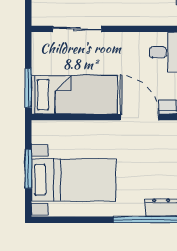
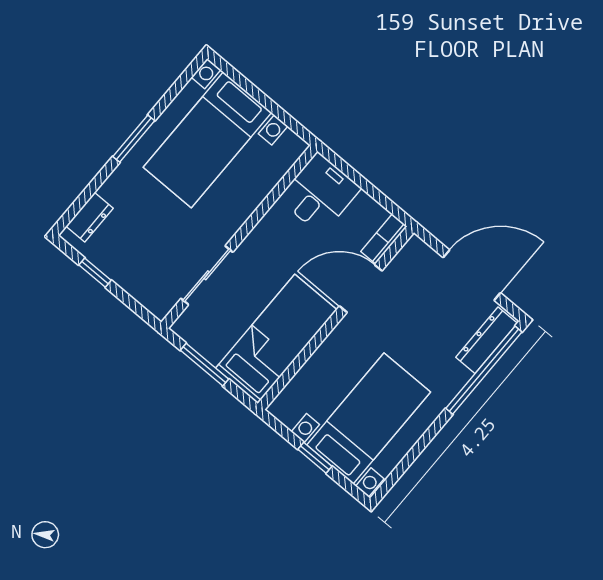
window: (28, 88) -> (204, 365), moved
window: (28, 169) -> (315, 458), width x0.67

